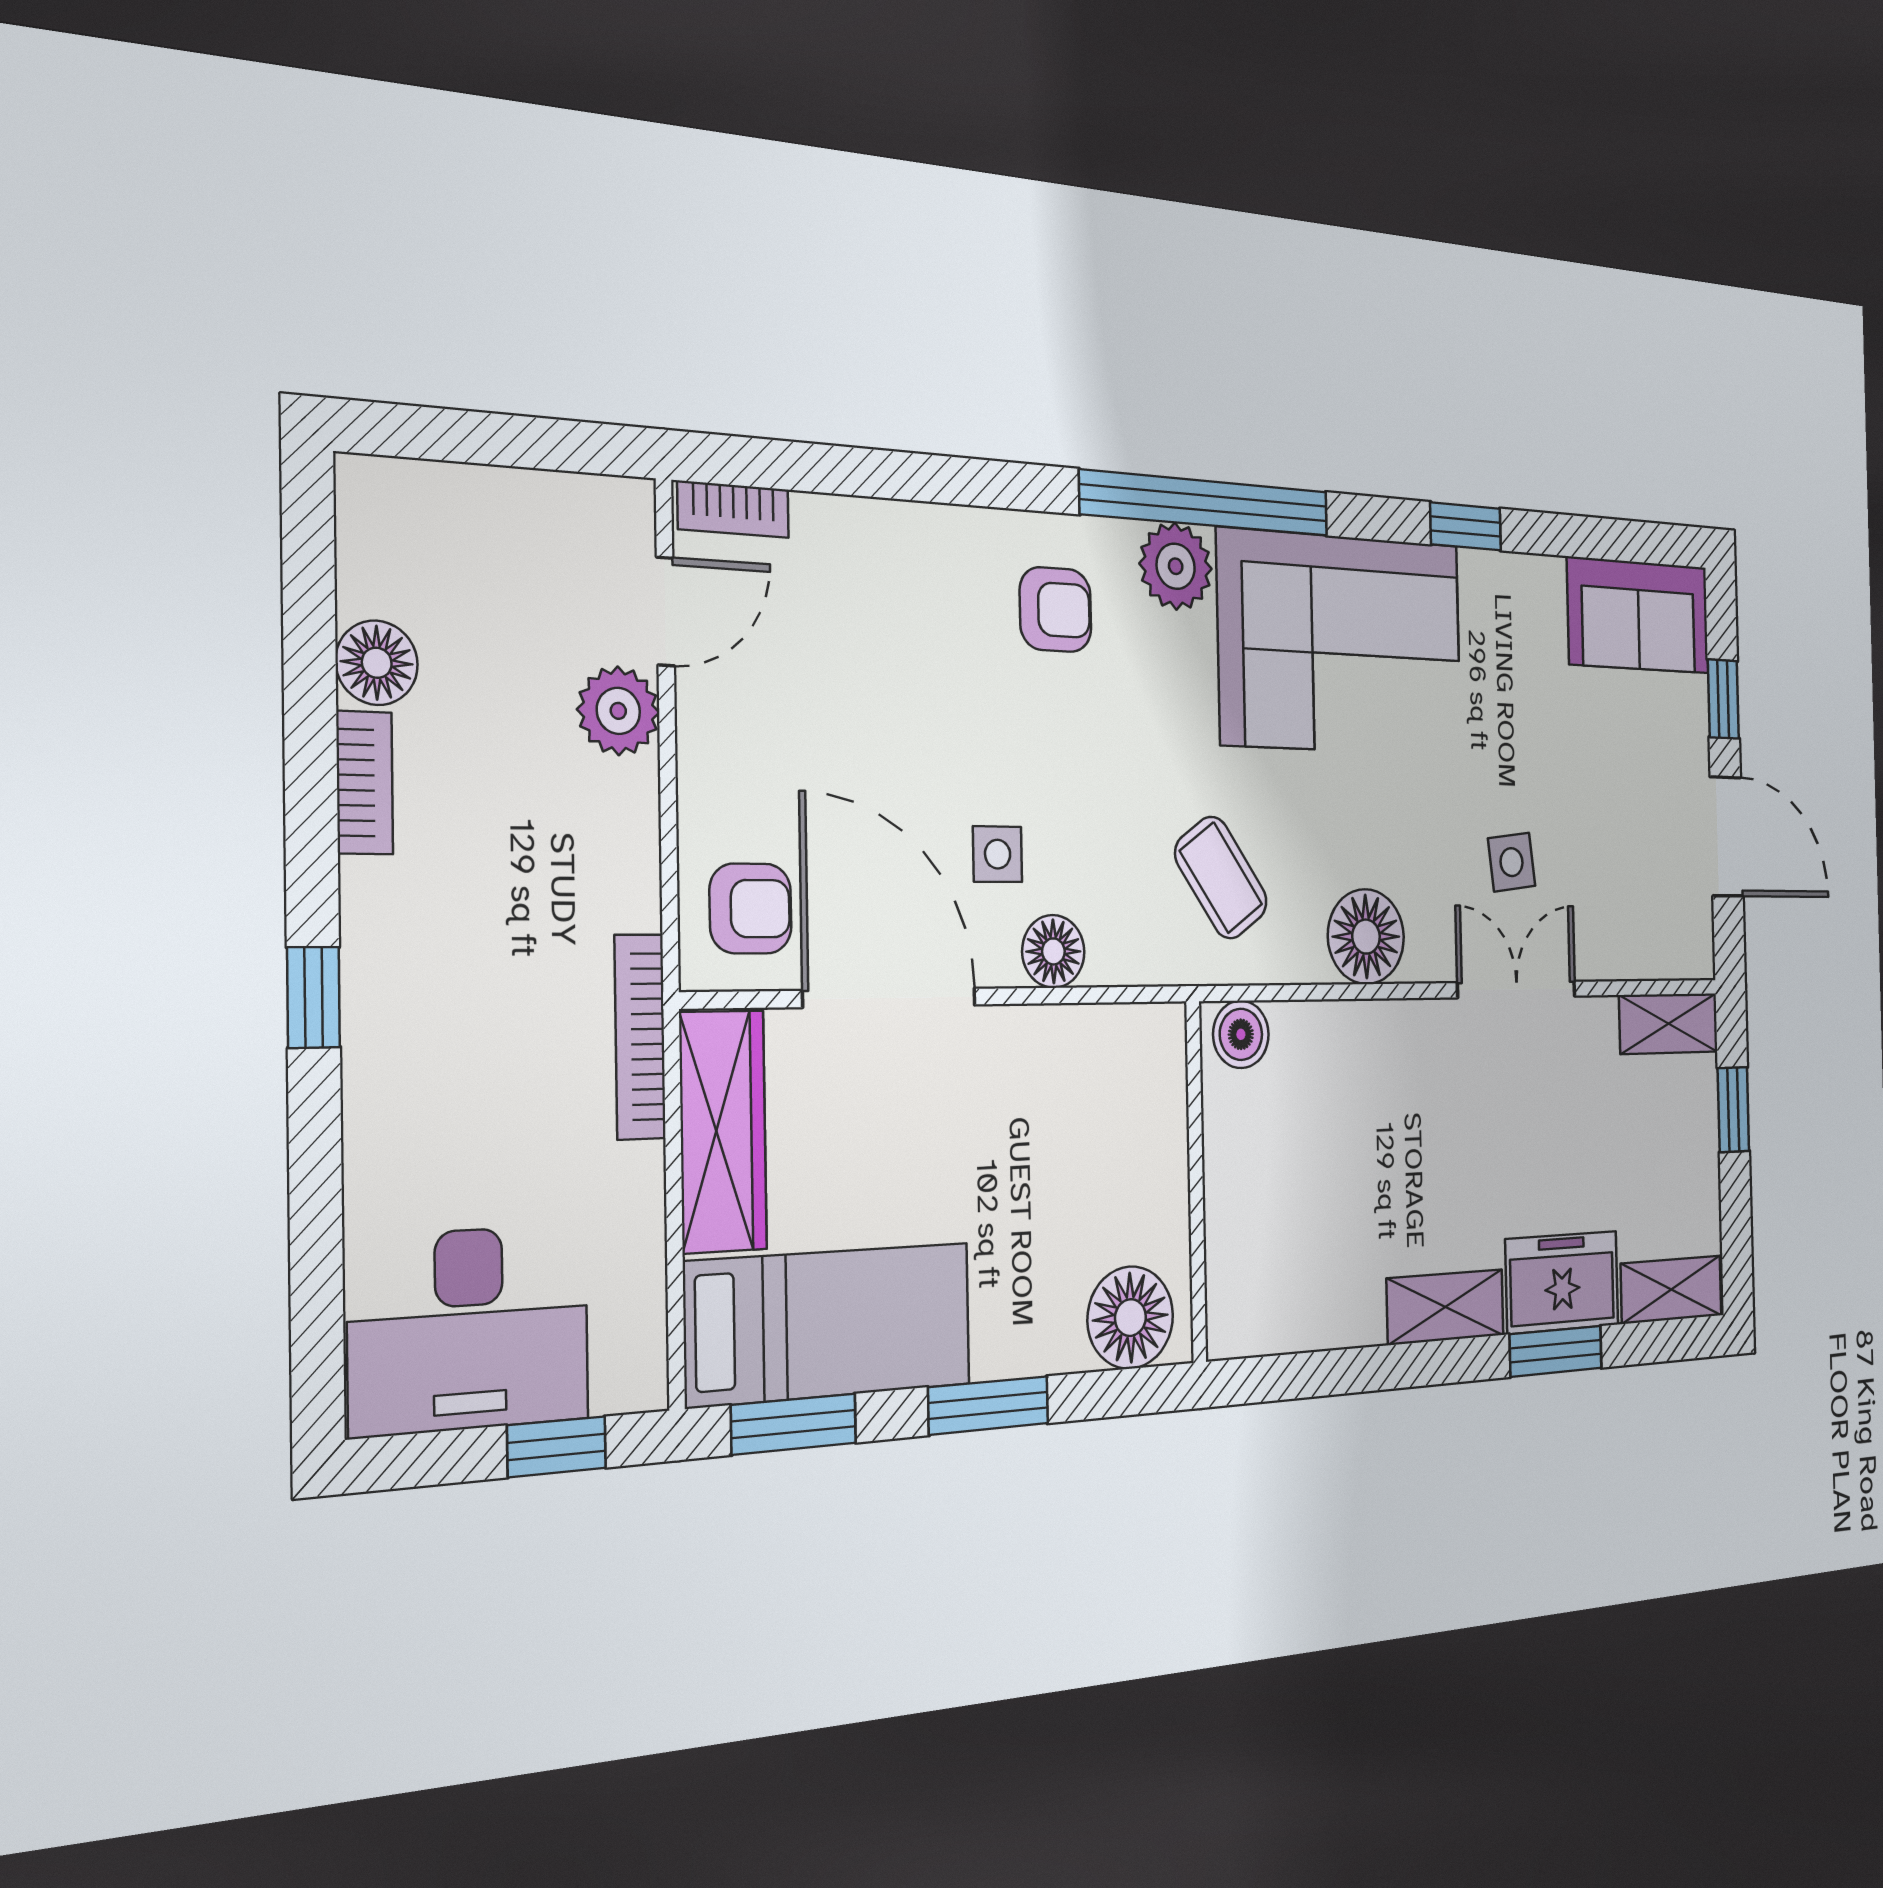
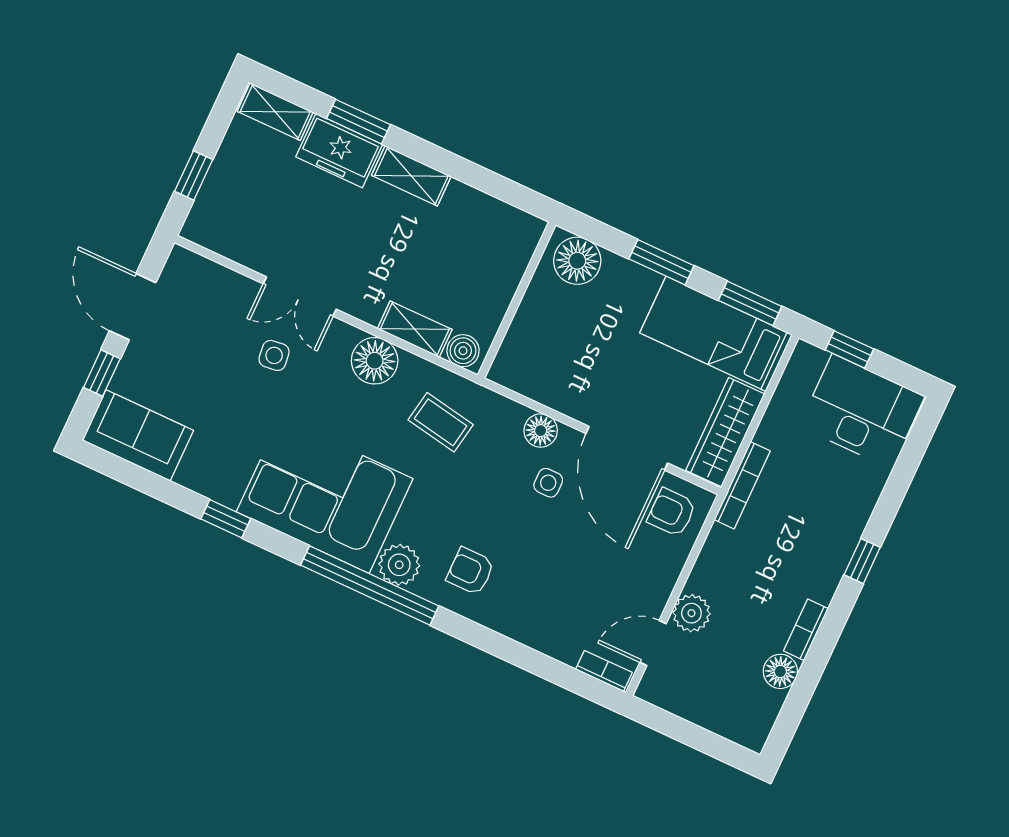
coffee table: (1221, 878) -> (441, 422), turned -45
shelving: (1669, 1024) -> (415, 329), moved

